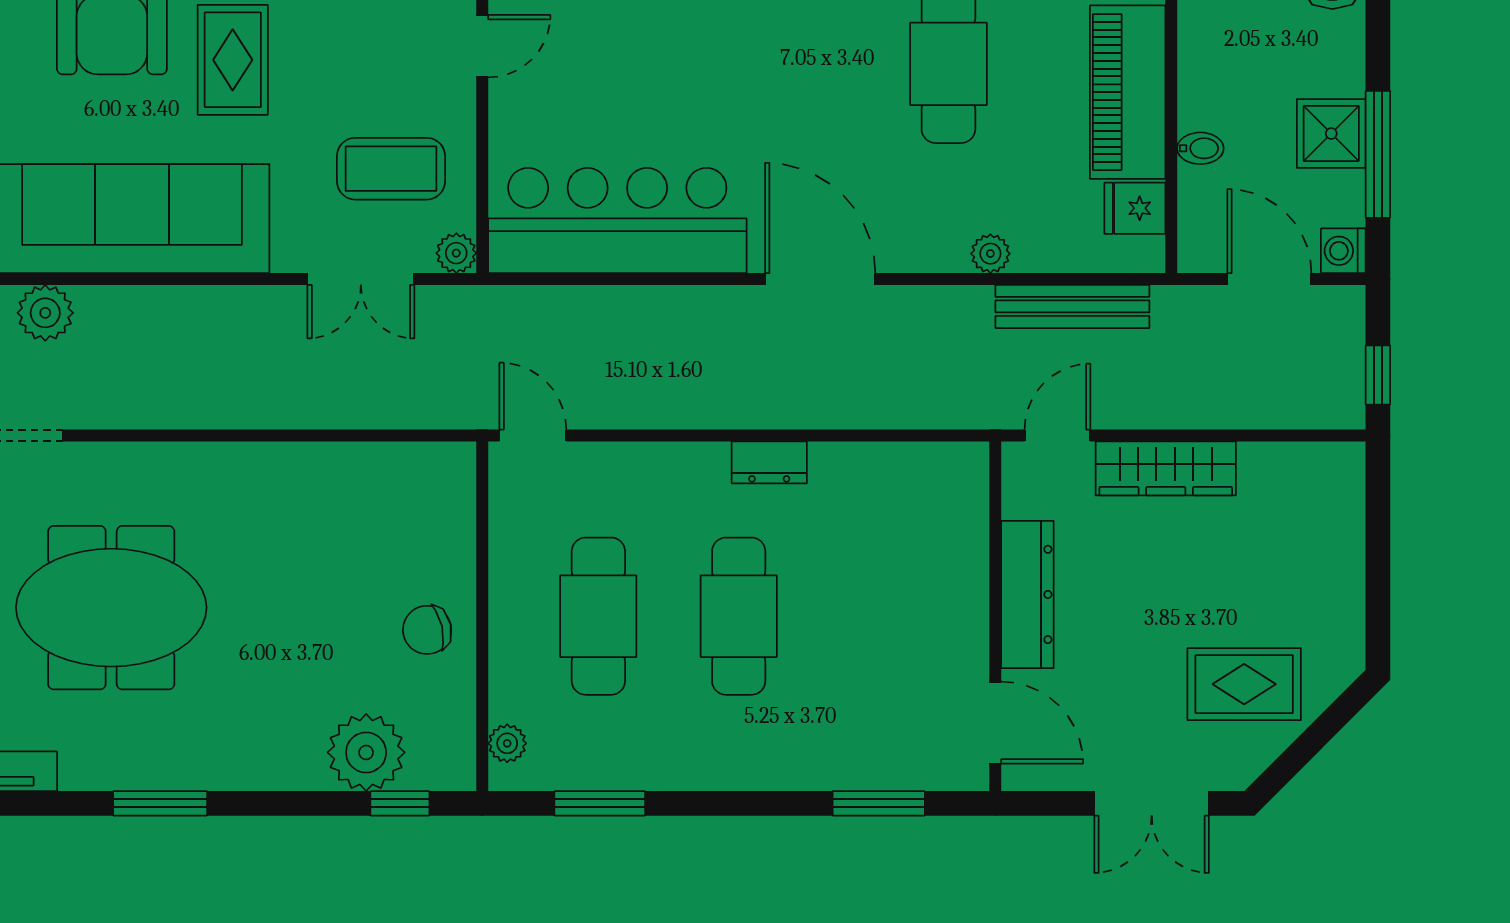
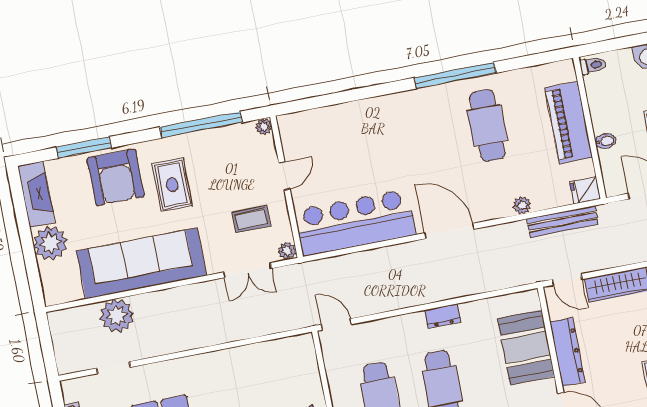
door: (482, 46) -> (284, 176), moved
coffee table: (391, 169) -> (251, 219), width x0.73, depth x0.77
fridge: (1135, 208) -> (585, 190), moved
plant: (45, 313) -> (117, 316), width x1.36, depth x1.36
door: (1058, 435) -> (567, 279), swing flipped
booth: (938, 567) -> (526, 347), added

